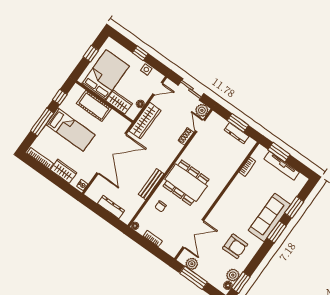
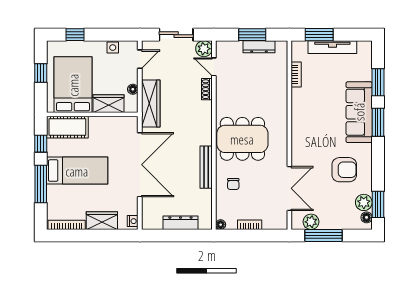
window: (140, 53) -> (75, 35), moved
cot: (94, 106) -> (67, 127), moved

